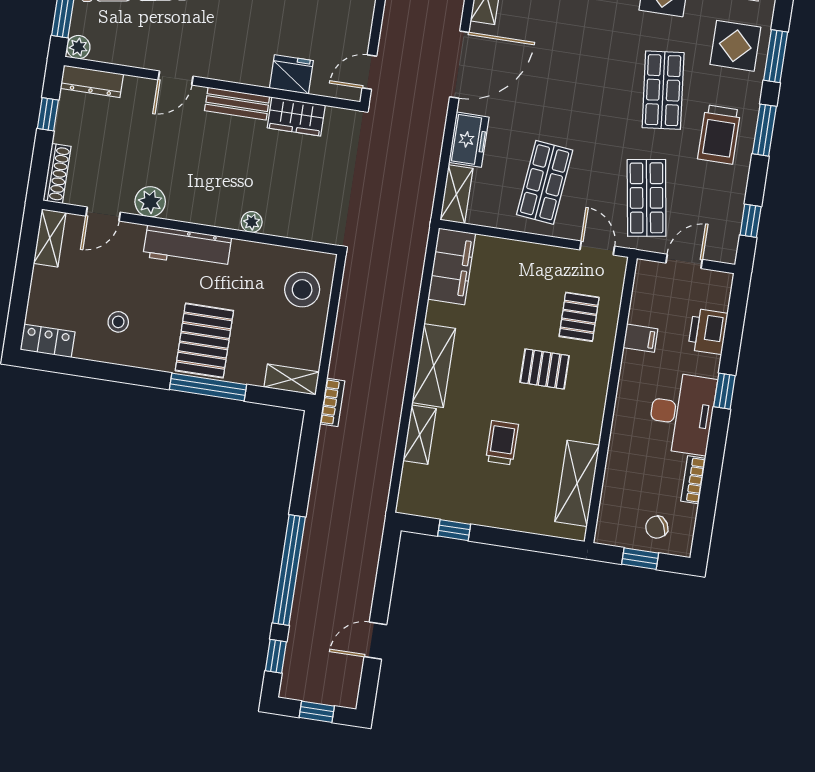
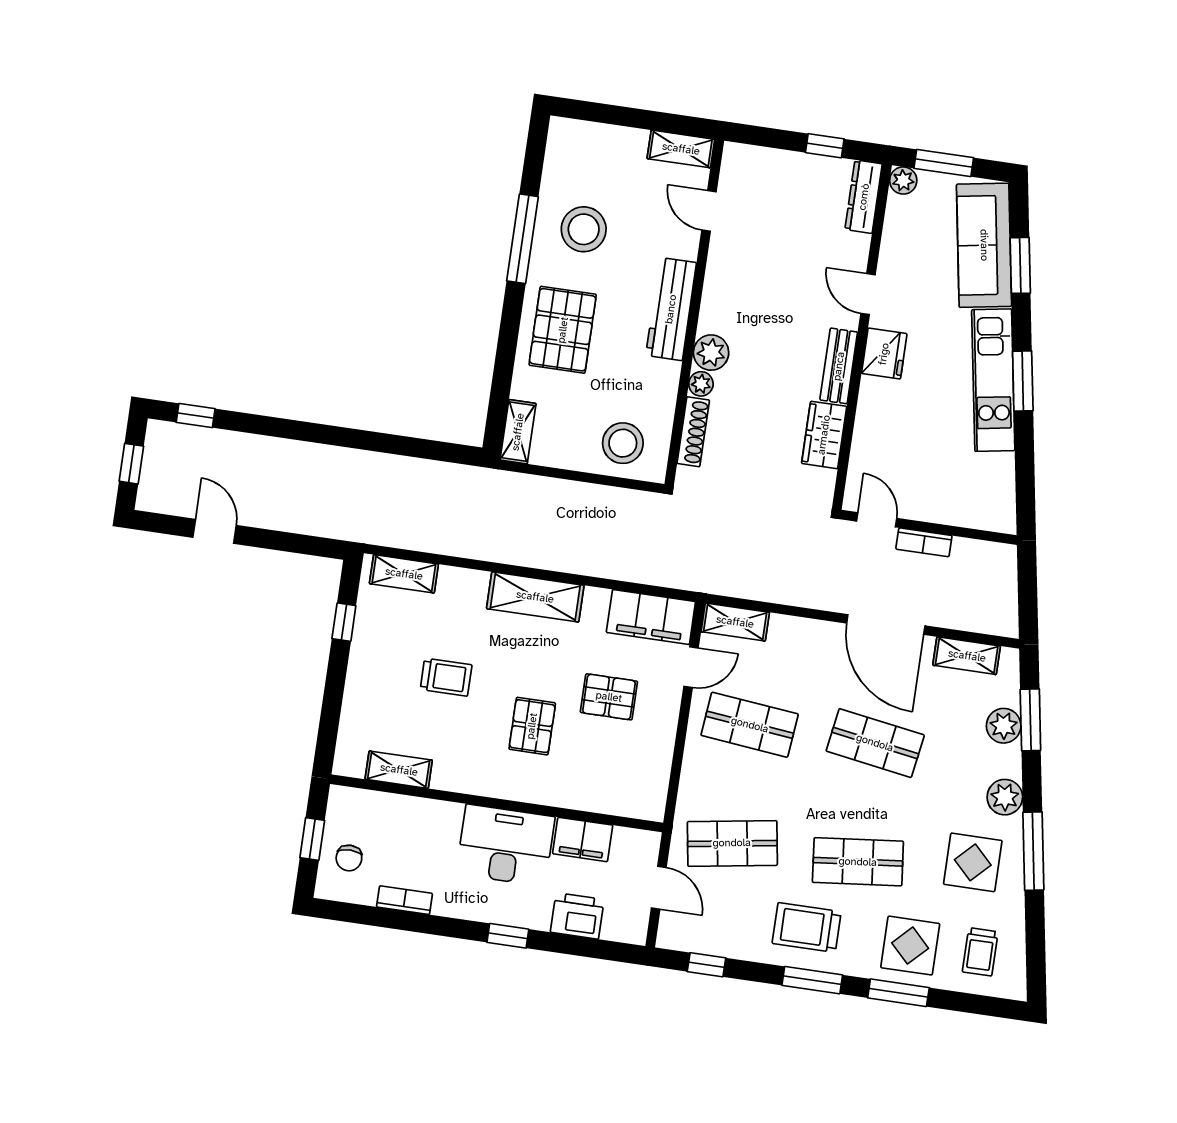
fridge: (291, 74) -> (884, 354), moved
shop shelf: (561, 75) -> (875, 743), added
freezer: (469, 140) -> (799, 636), removed
shoe rack: (57, 173) -> (693, 432), moved, turned -90
plant: (150, 202) -> (711, 353), moved
door: (597, 248) -> (691, 667), moved
pallet: (579, 317) -> (609, 697), moved
stool: (118, 322) -> (584, 229), width x1.89, depth x1.89
filing cabinet: (640, 338) -> (583, 839), width x2.00
locker: (48, 341) -> (561, 147), removed
pallet: (204, 341) -> (563, 330), turned 90
window: (208, 387) -> (523, 239), moved
bookcase: (332, 402) -> (924, 542), moved
desk: (682, 413) -> (506, 845), moved, turned 180
shelving: (420, 435) -> (404, 574), moved
shelving: (577, 483) -> (399, 770), width x0.67, depth x0.75
chair: (657, 527) -> (349, 858), turned -151
window: (289, 570) -> (296, 430), removed

